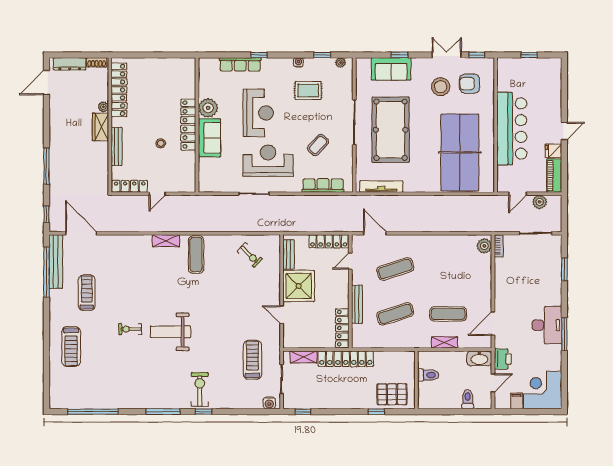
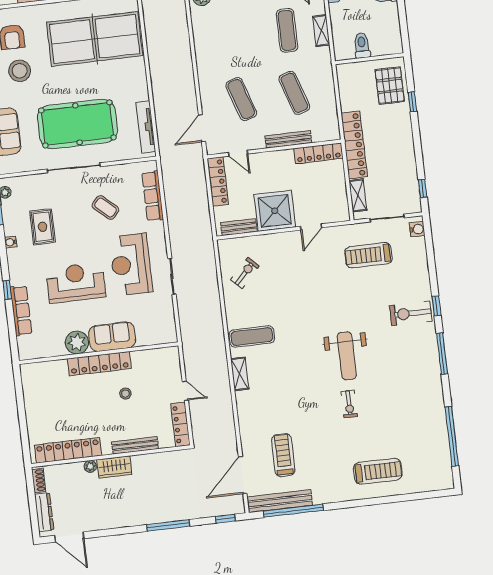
treadmill: (87, 293) -> (283, 455), moved, turned 90

